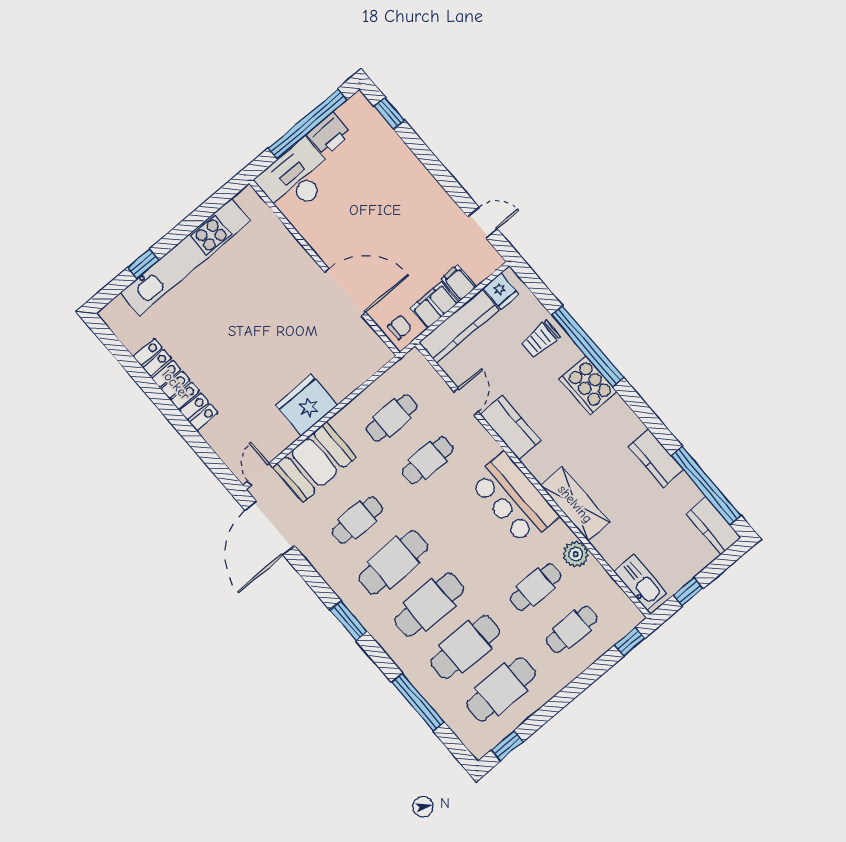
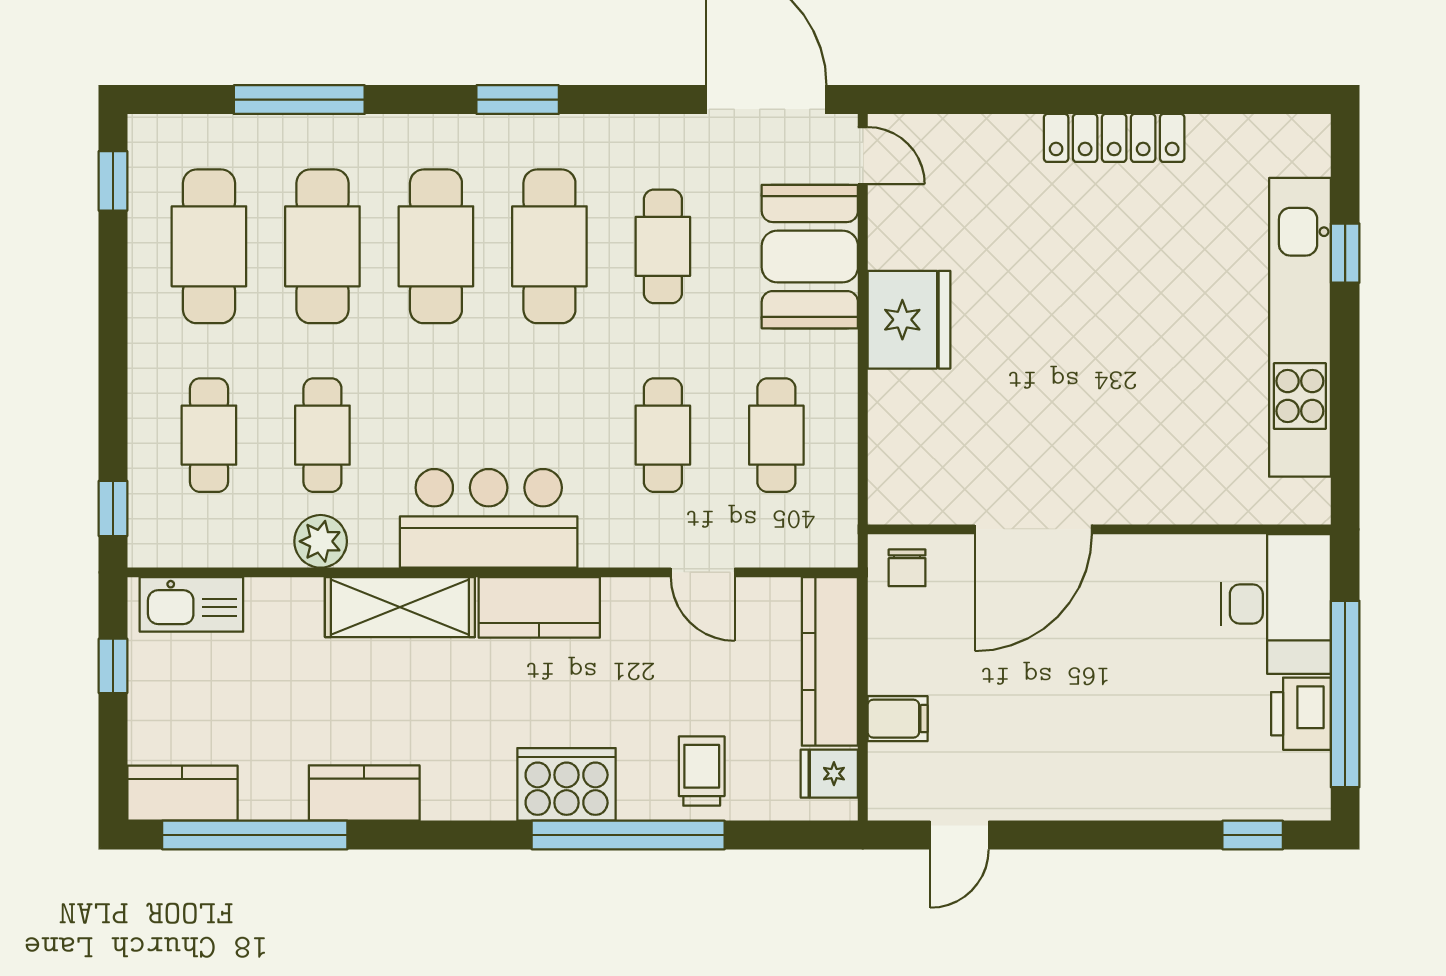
filing cabinet: (434, 305) -> (895, 650), removed
locker: (176, 385) -> (1114, 138), width x0.71, depth x0.83
kitchen counter: (510, 428) -> (539, 607), moved

